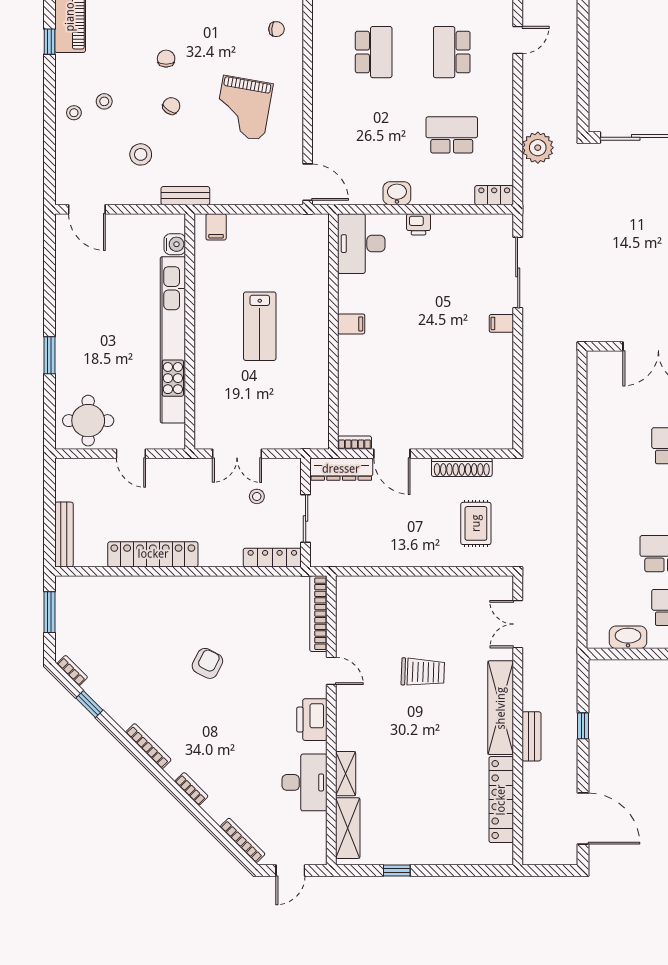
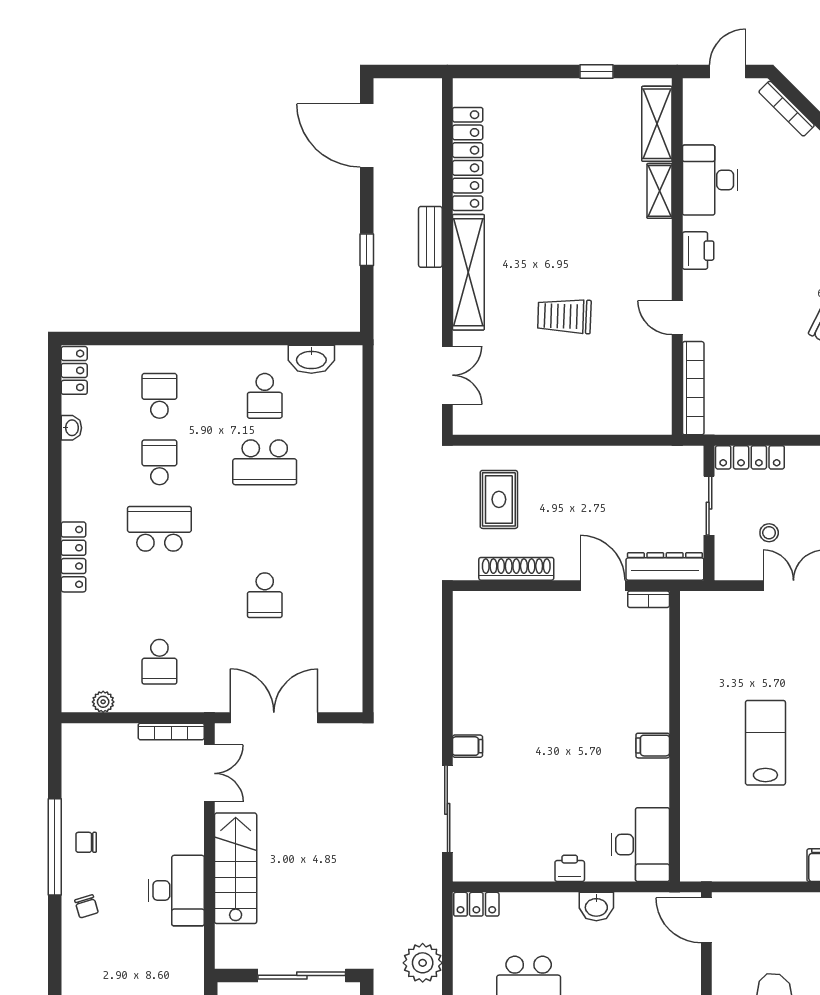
printer: (312, 720) -> (698, 251), width x0.73, depth x0.84

